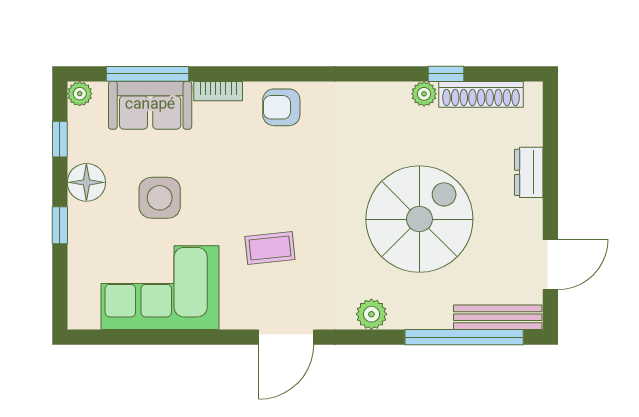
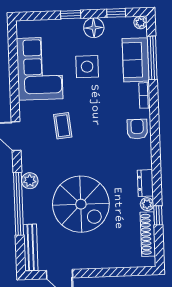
dresser: (529, 172) -> (145, 183), moved, turned -90
window: (464, 337) -> (19, 204), moved

